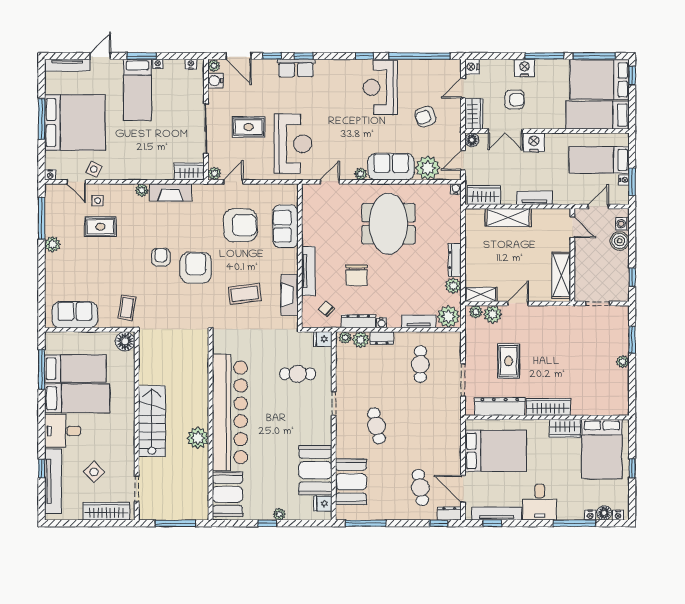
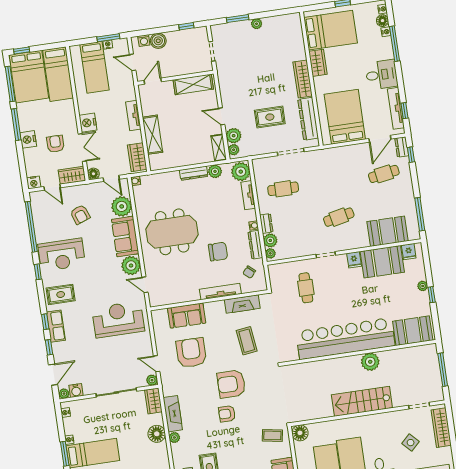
rug: (249, 127) -> (61, 294), moved, turned 90
floor lamp: (149, 170) -> (157, 434), added
plant: (361, 174) -> (131, 266), width x1.88, depth x1.88
fridge: (323, 339) -> (354, 260), moved

